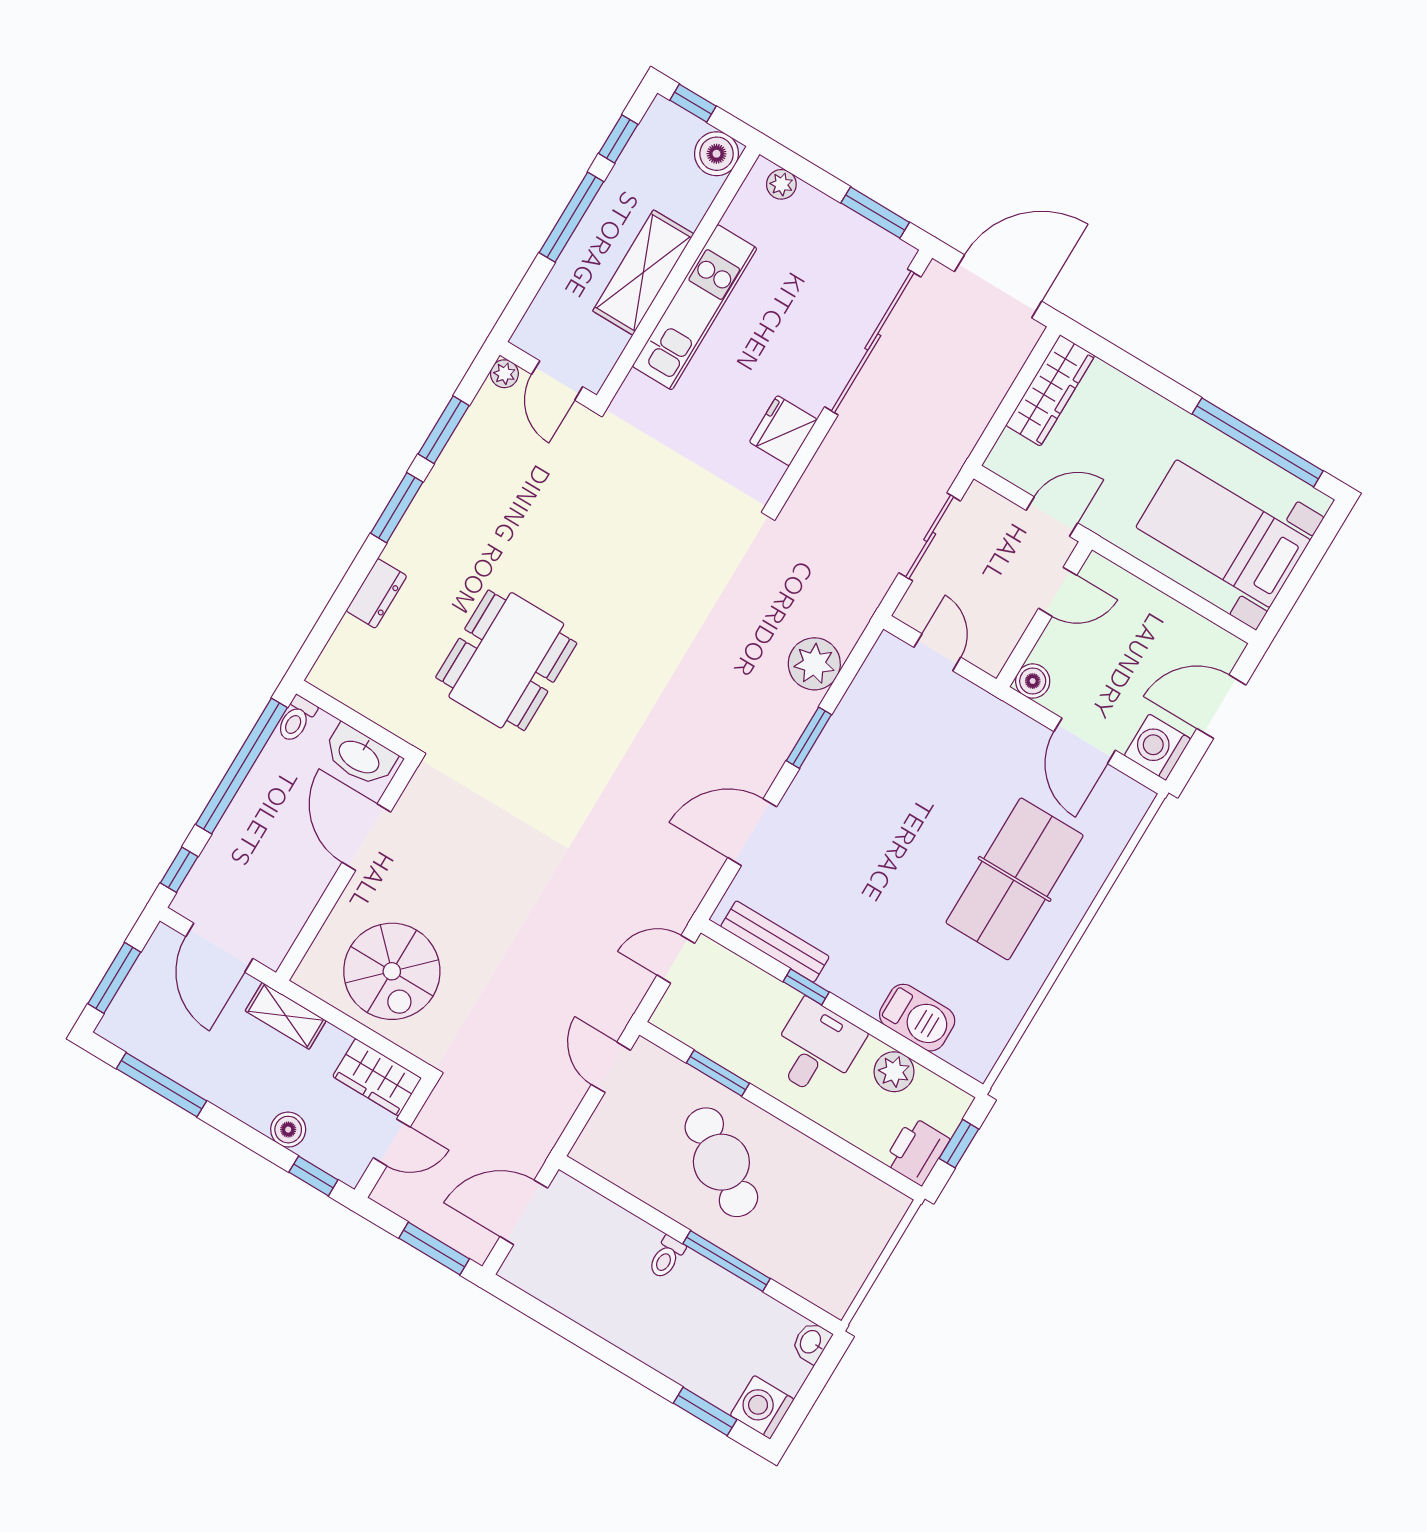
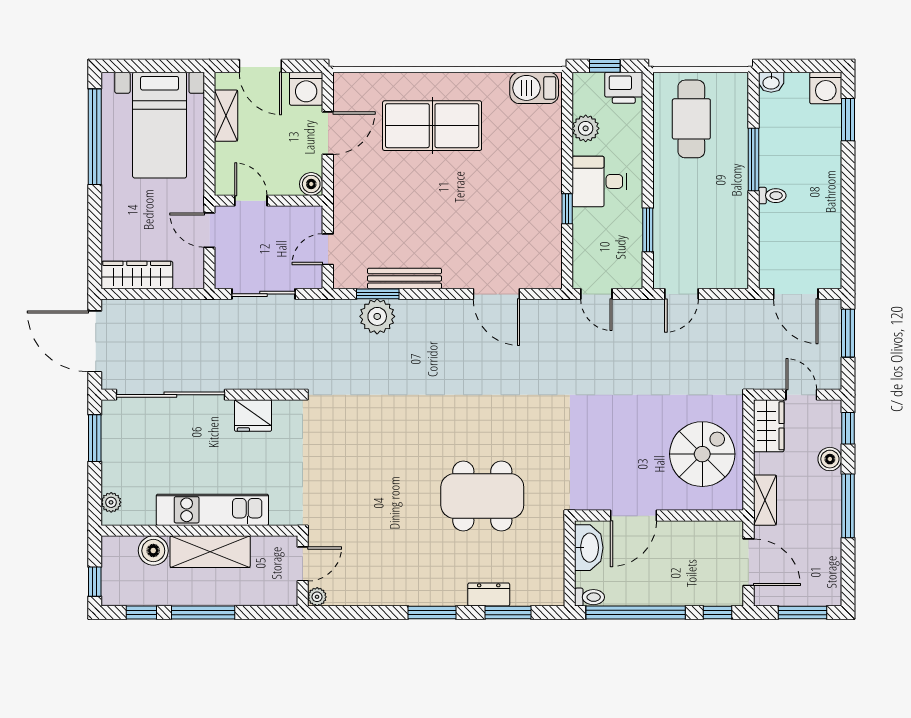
boiler: (717, 154) -> (153, 551), moved
window: (444, 430) -> (508, 613), moved
shelving: (1185, 625) -> (226, 116), added
window: (809, 738) -> (378, 294), moved
bench: (775, 942) -> (404, 278), moved, turned 90
door: (219, 948) -> (748, 562), hinge flipped
barbecue: (917, 1018) -> (534, 88), moved, turned -90
window: (162, 1085) -> (848, 506), moved
cafe table: (721, 1162) -> (691, 119), moved, turned -34

